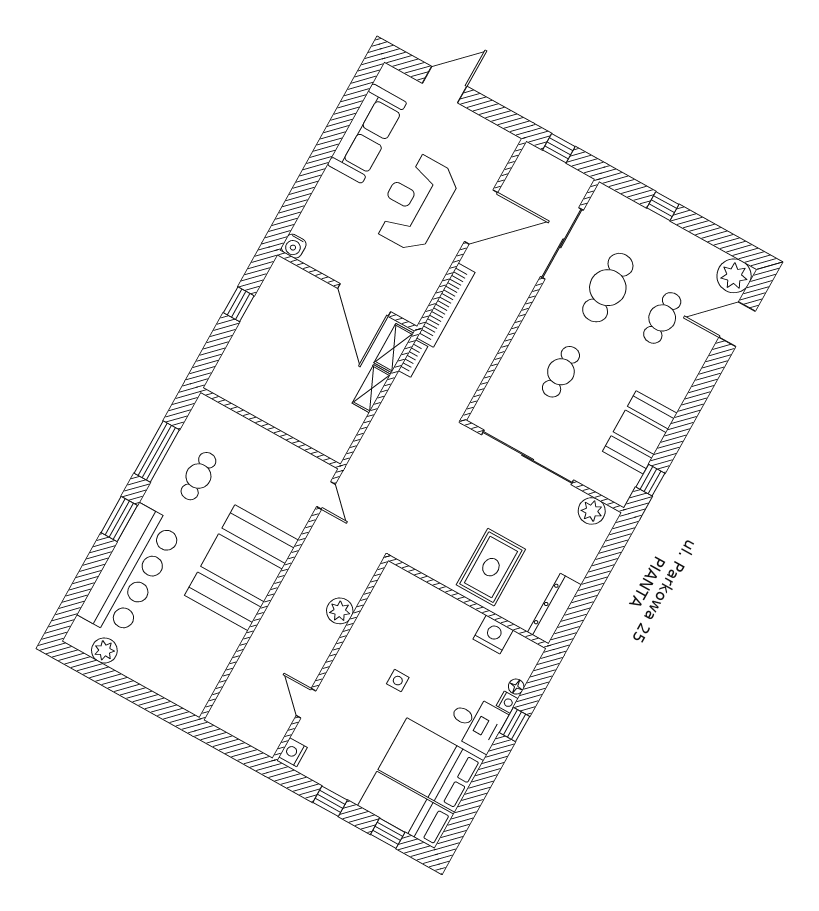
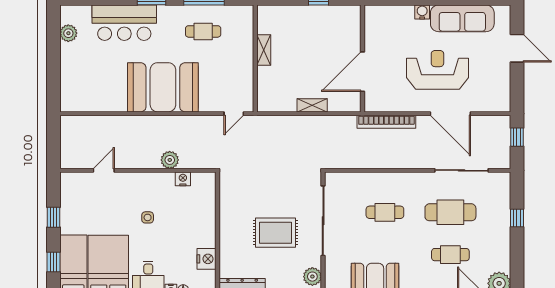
water cooler: (294, 246) -> (422, 12), moved, turned 90
shelving: (394, 348) -> (264, 50), moved, turned 90
bookcase: (413, 359) -> (344, 120), removed
rug: (491, 567) -> (275, 233), moved
bar counter: (131, 571) -> (124, 23), width x0.73
nightstand: (293, 752) -> (183, 179), moved

